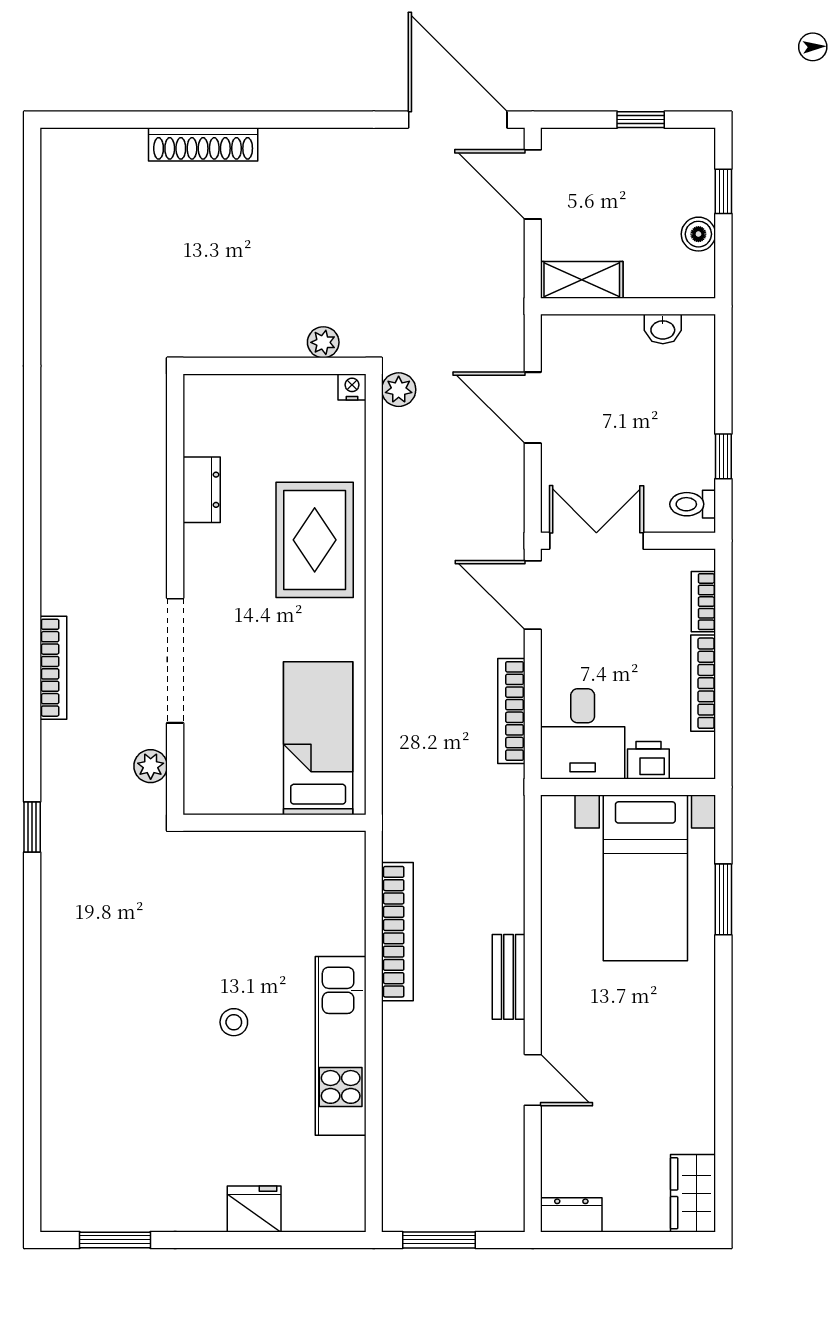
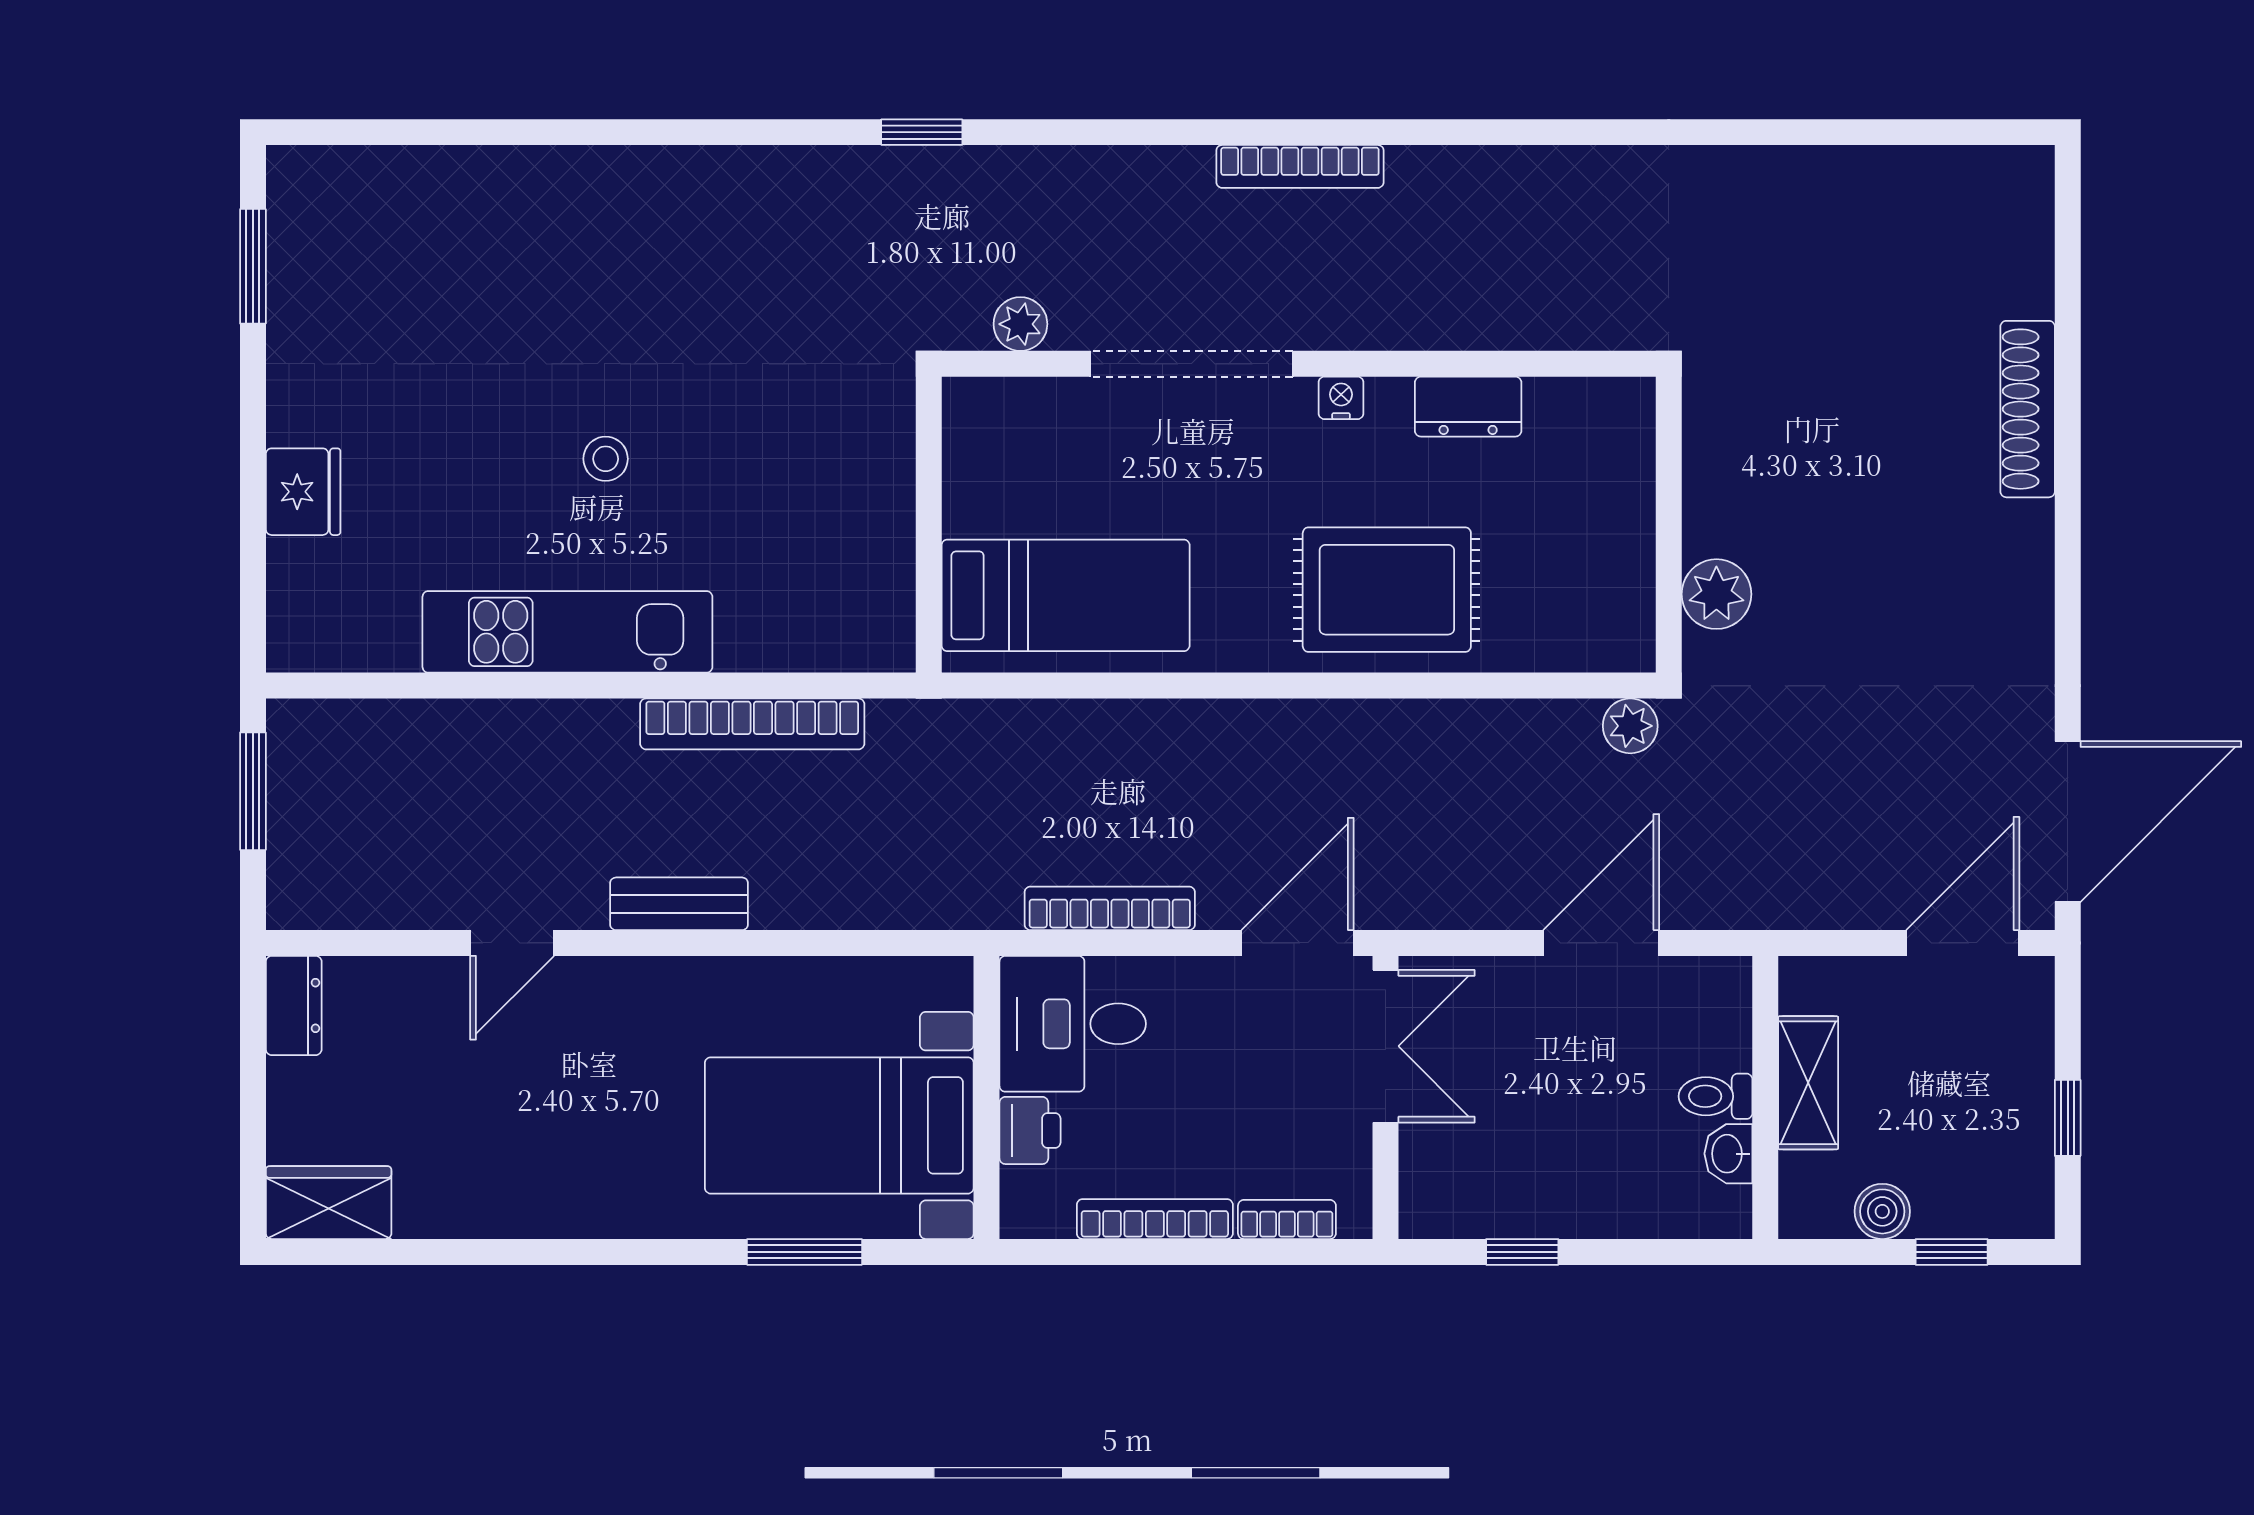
shelving: (582, 280) -> (1808, 1083), moved
plant: (323, 342) -> (1716, 594), width x1.38, depth x1.38
nightstand: (352, 387) -> (1341, 398), moved, turned -90
toilet: (693, 504) -> (1716, 1096), moved, turned -90
bookcase: (53, 668) -> (1300, 166), moved

